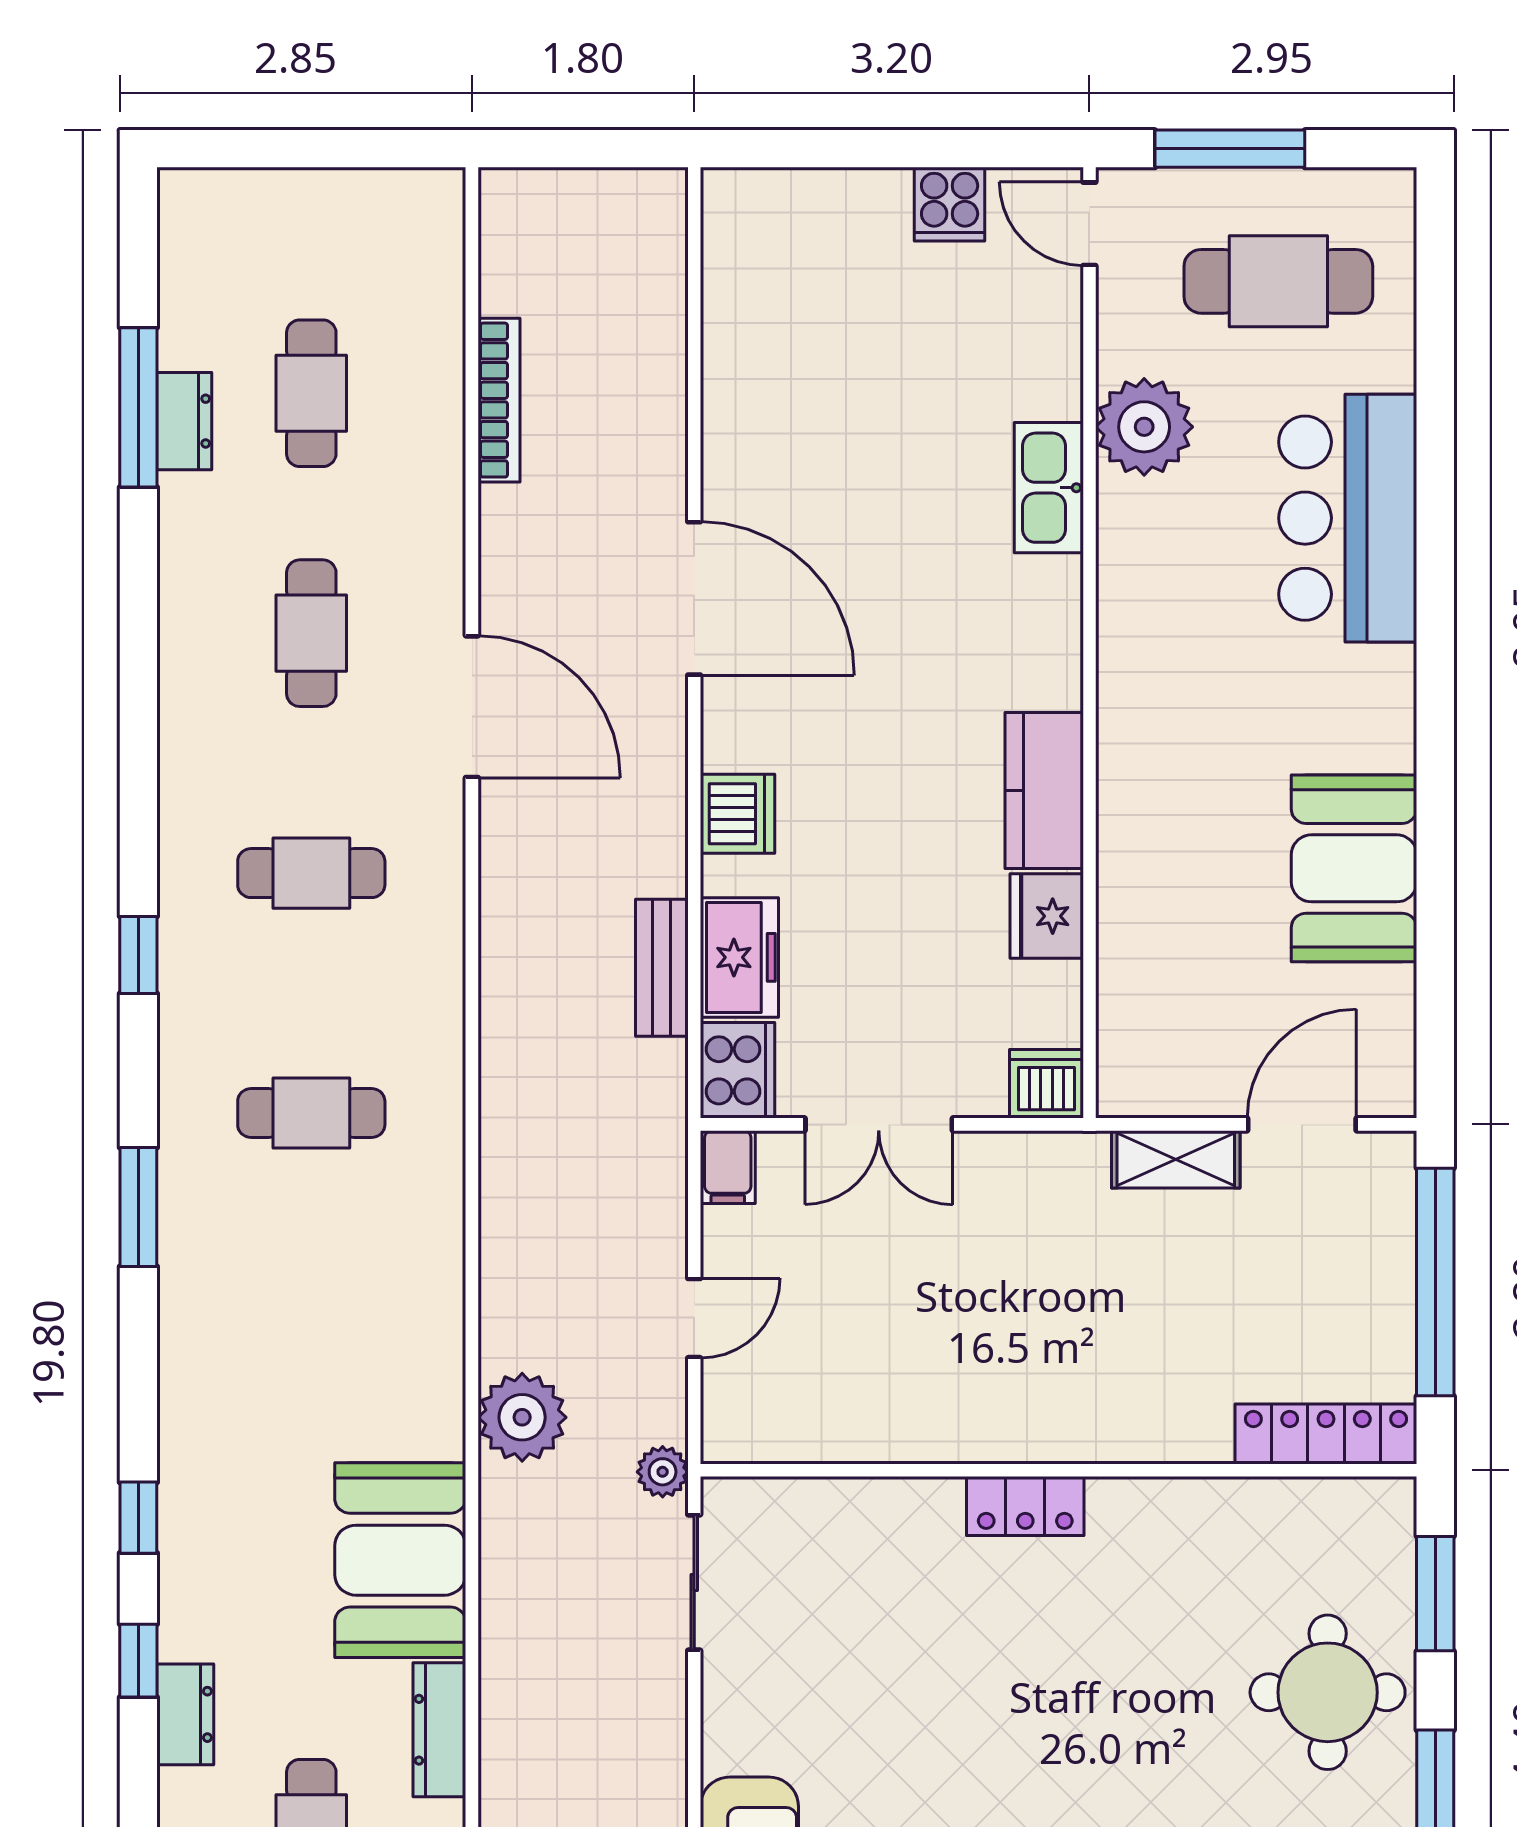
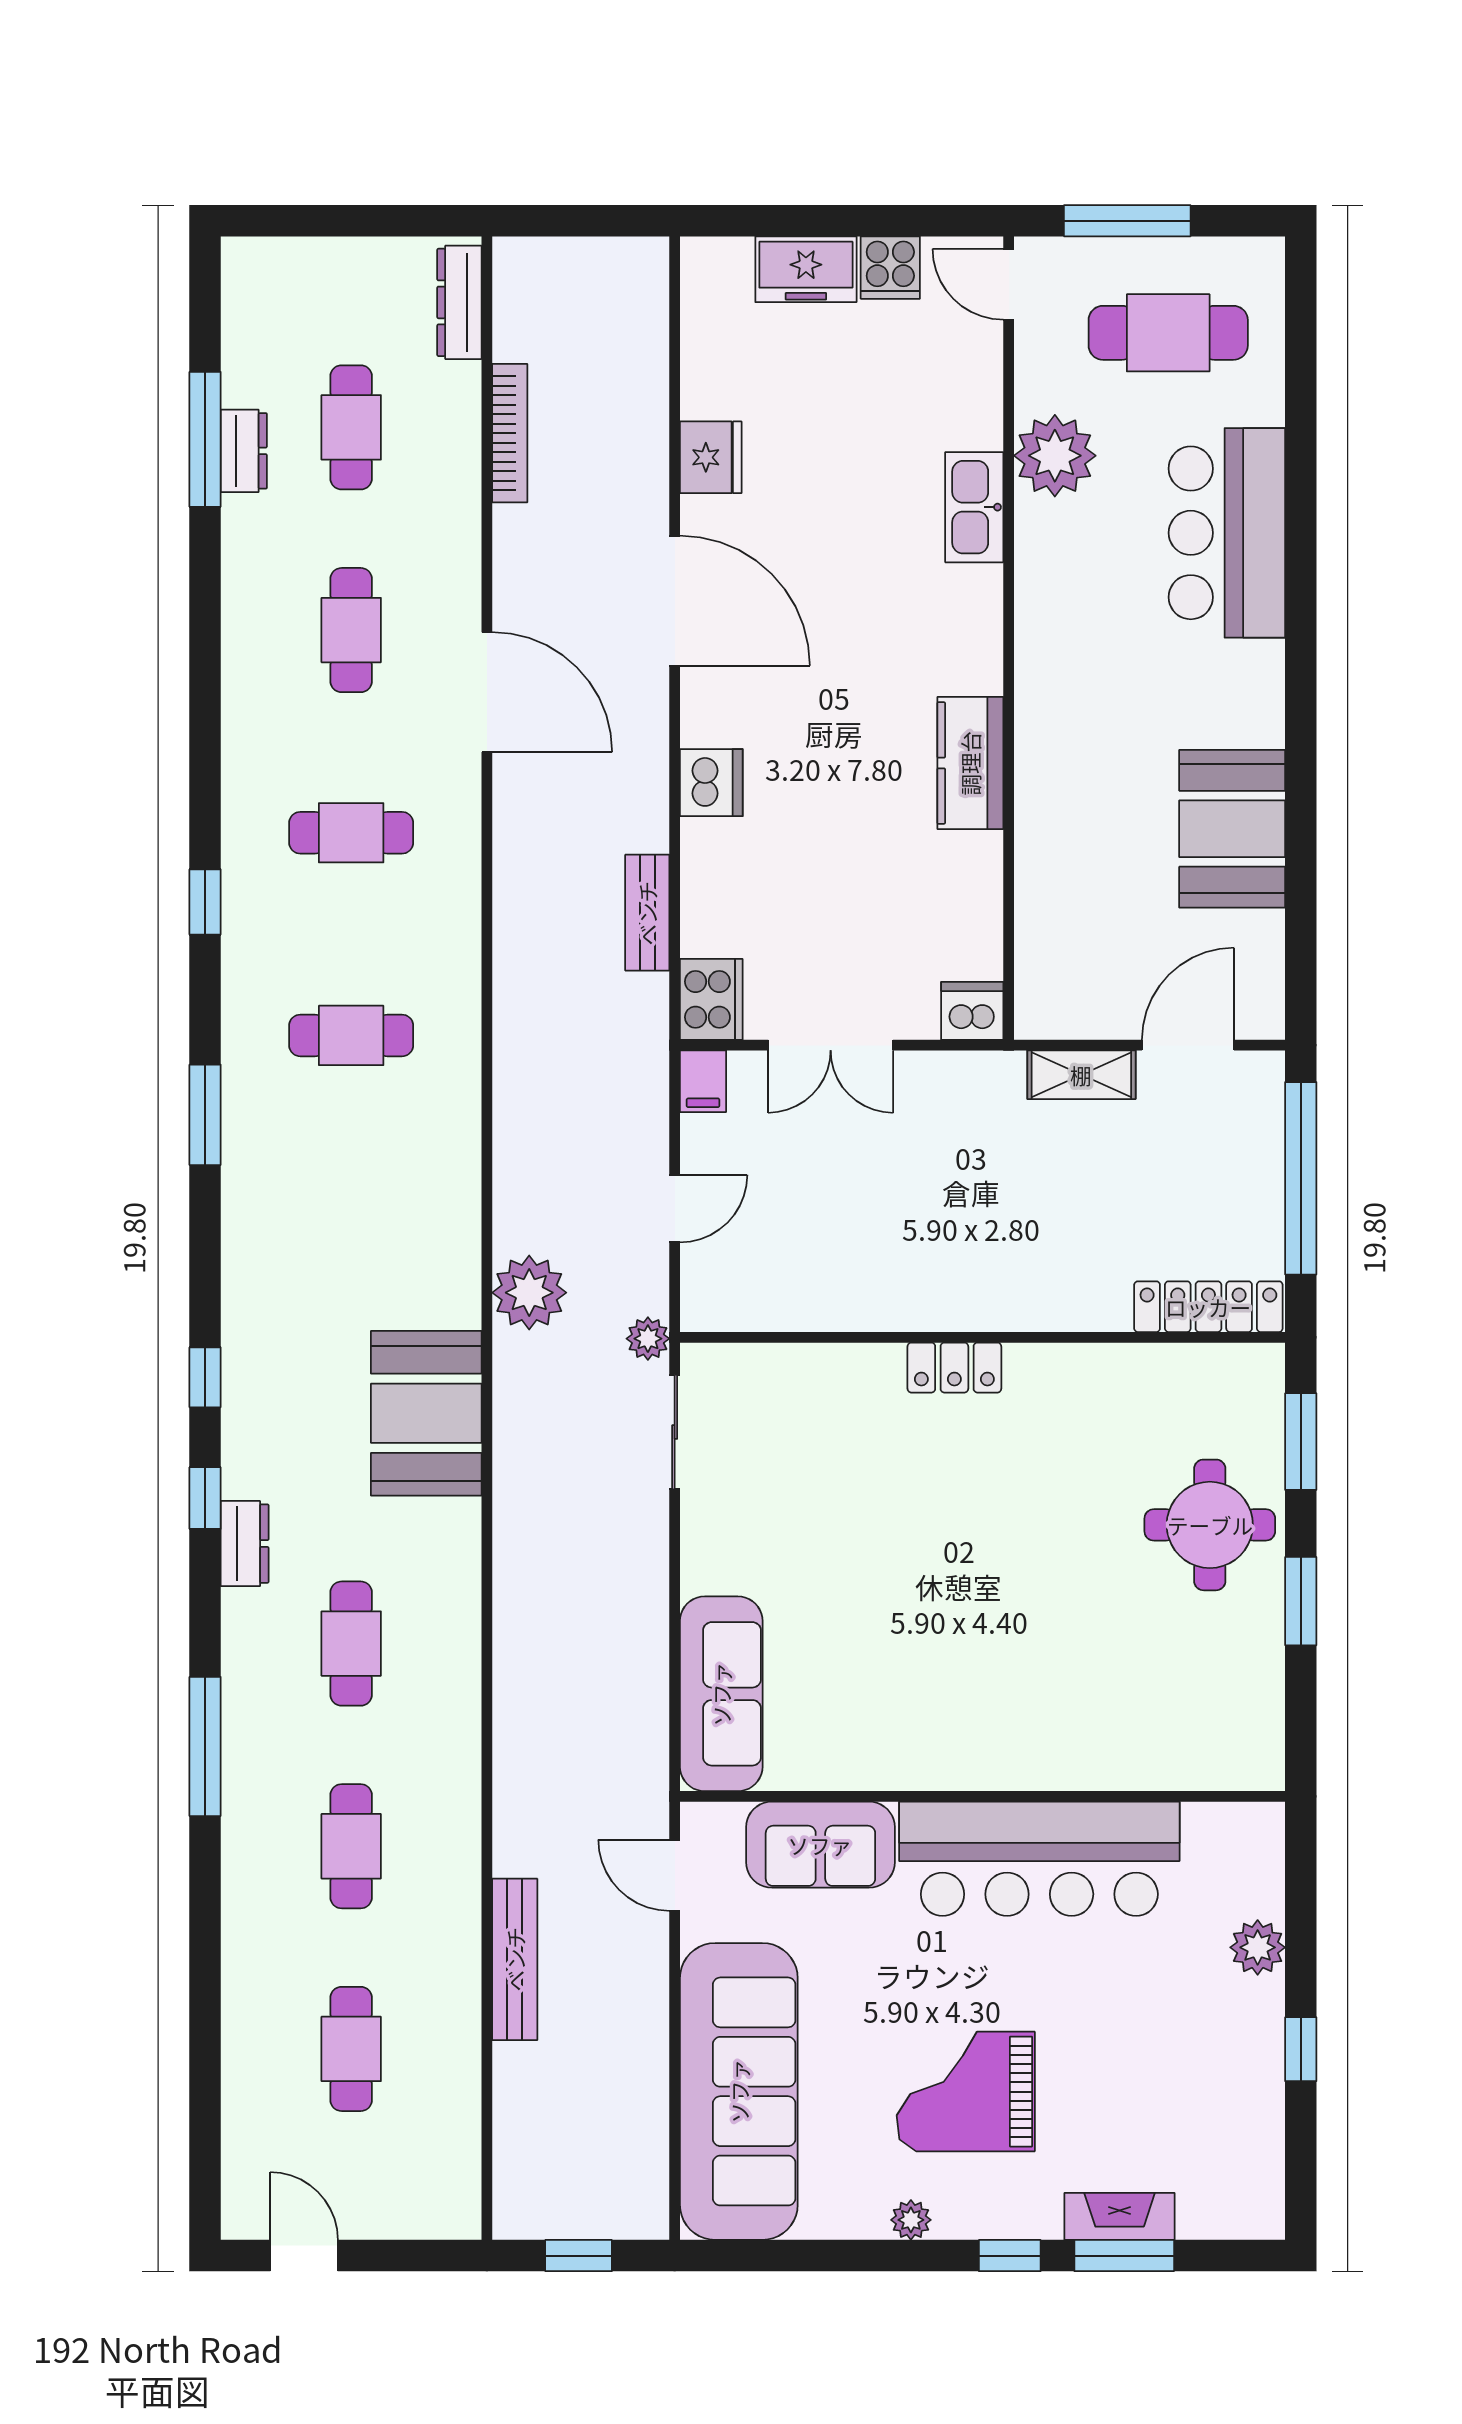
fridge: (1047, 916) -> (711, 457), moved, turned 180
freezer: (739, 957) -> (806, 269), moved, turned 90
dresser: (439, 1730) -> (459, 302), moved

